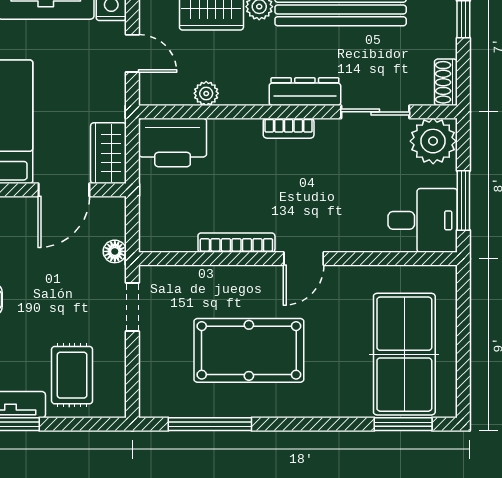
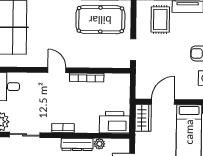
dresser: (305, 92) -> (77, 144), moved
floor lamp: (115, 251) -> (141, 74), removed
door: (304, 259) -> (57, 70), hinge flipped
pool table: (249, 350) -> (100, 20), moved

